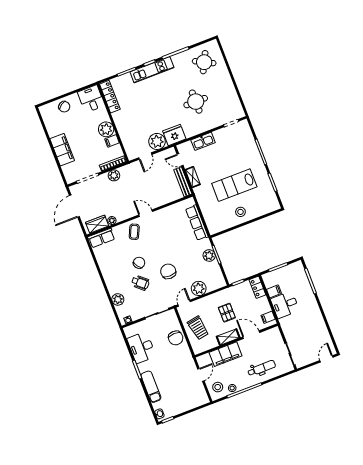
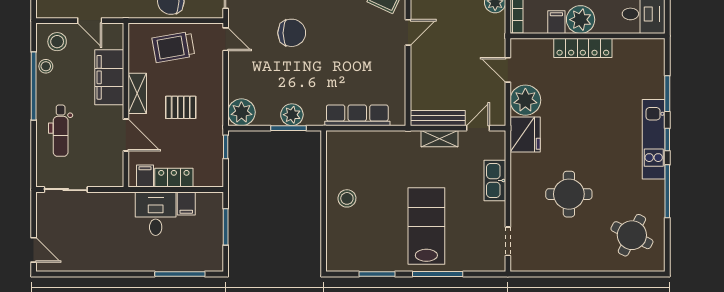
locker: (110, 97) -> (583, 48), moved
lab bench: (234, 185) -> (426, 226), moved
locker: (257, 287) -> (174, 178), moved
plant: (199, 288) -> (241, 112), moved
door: (251, 335) -> (126, 135), hinge flipped

